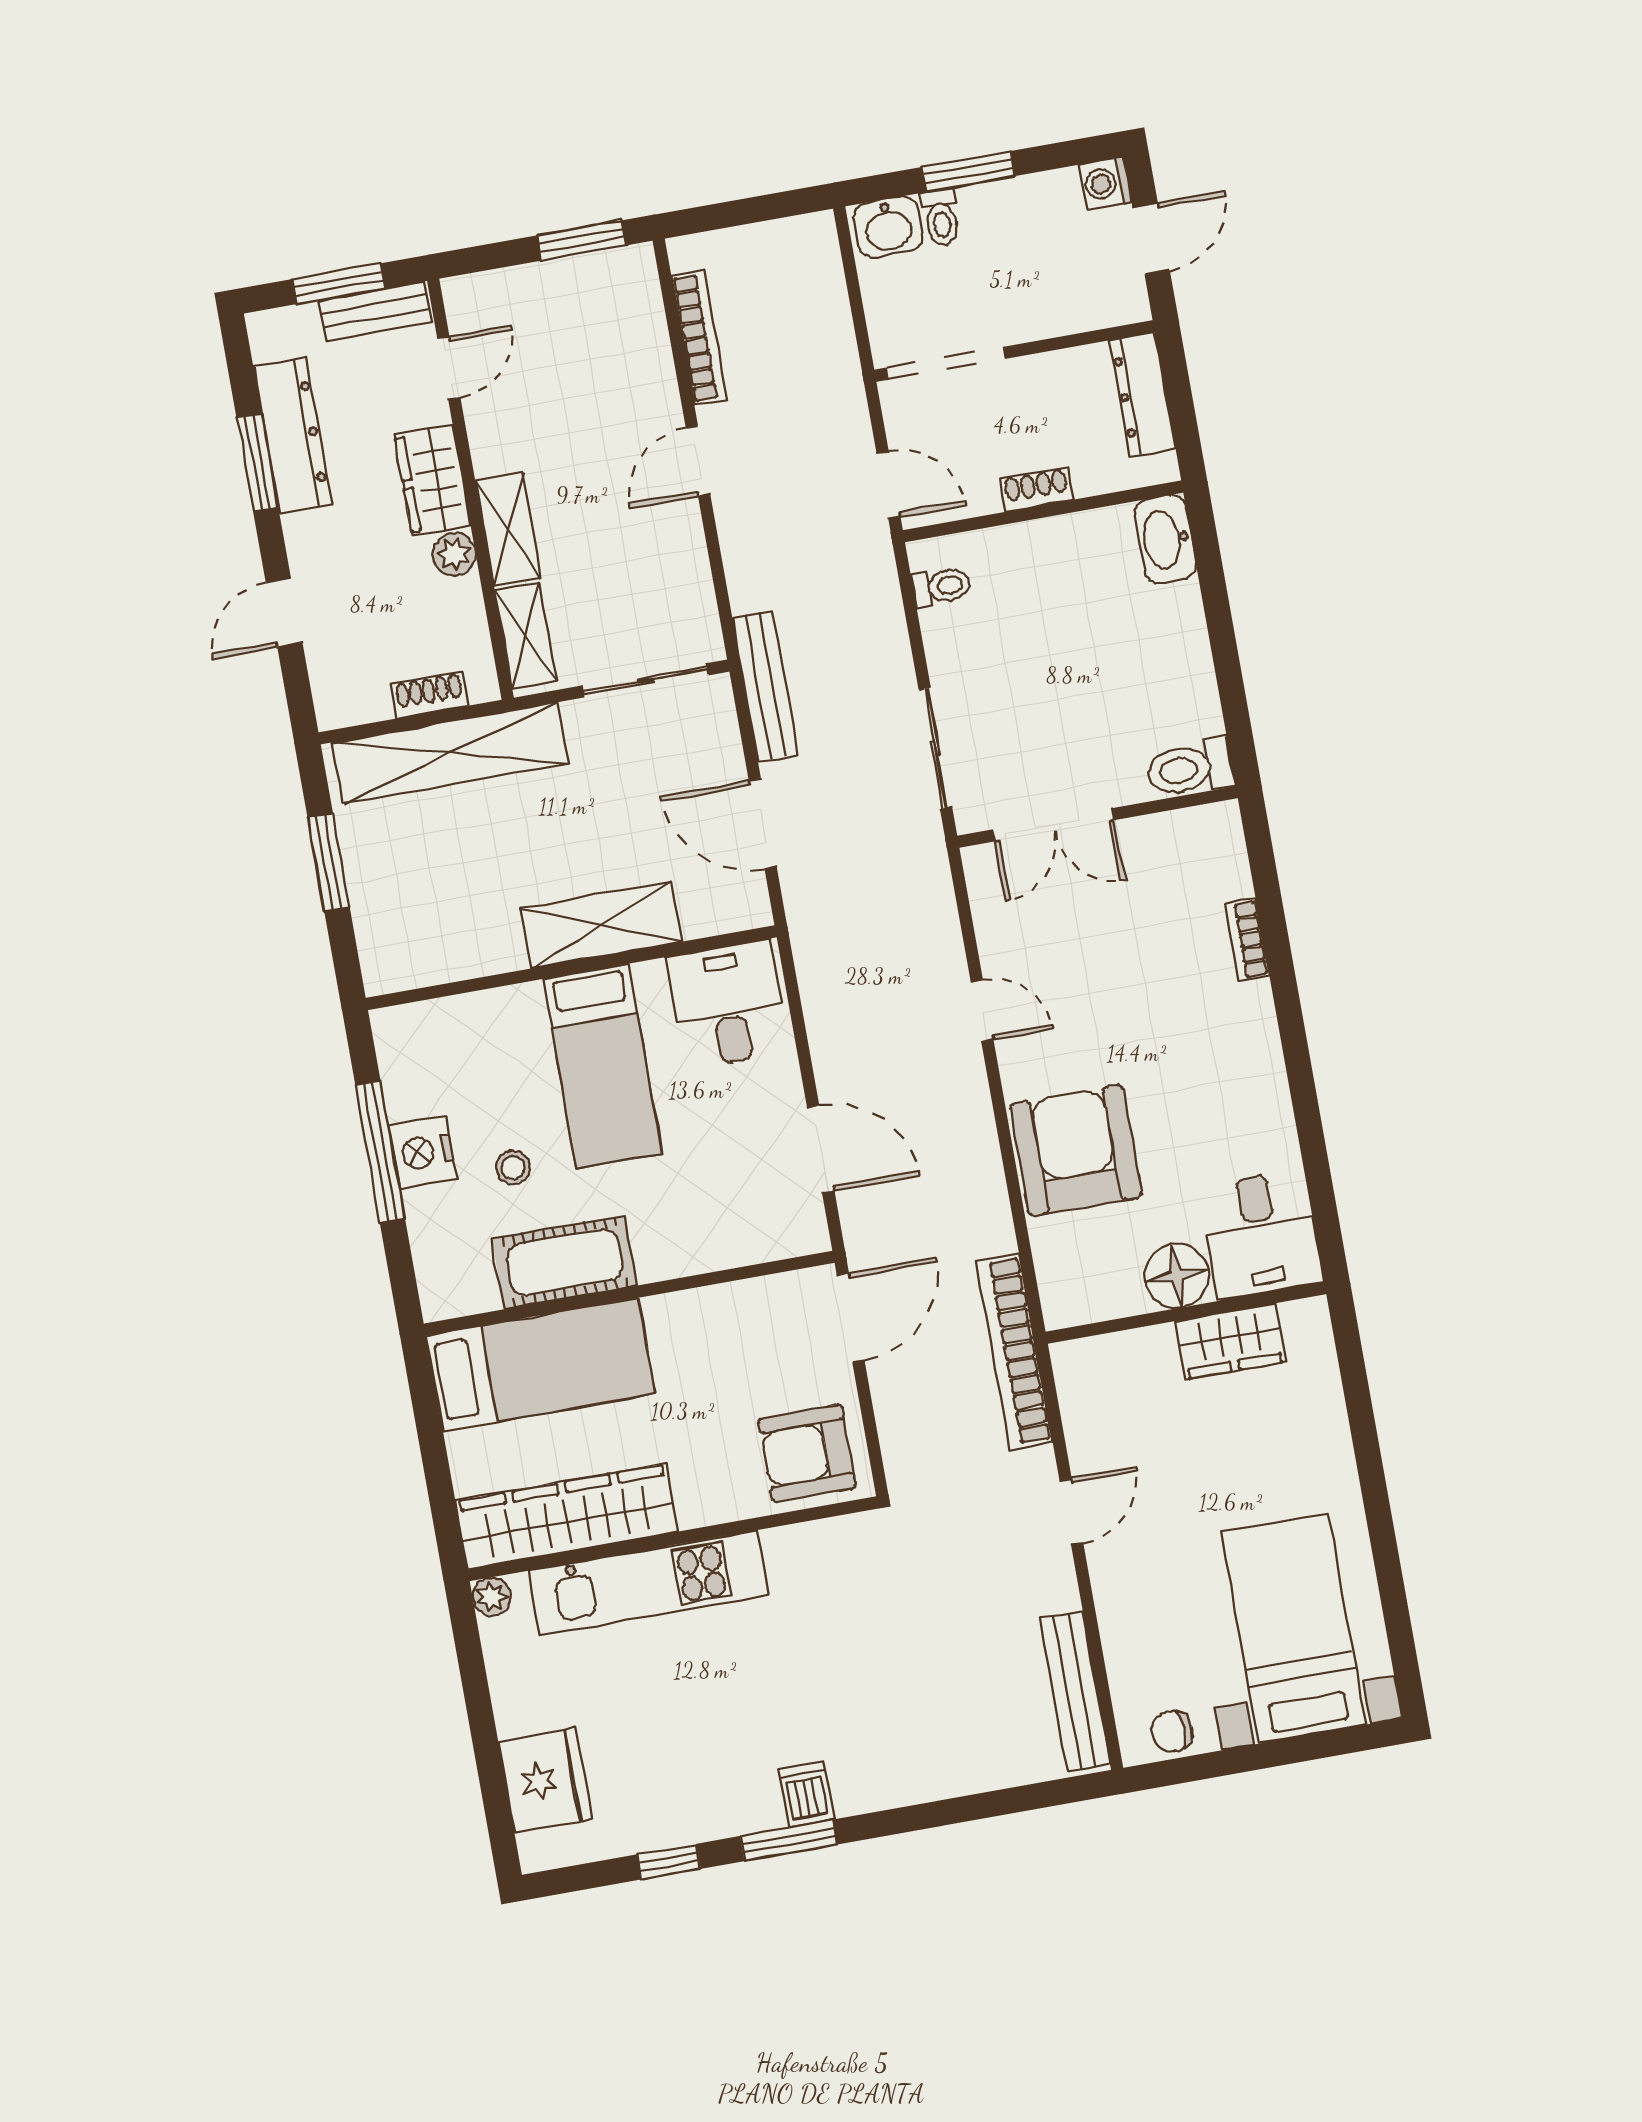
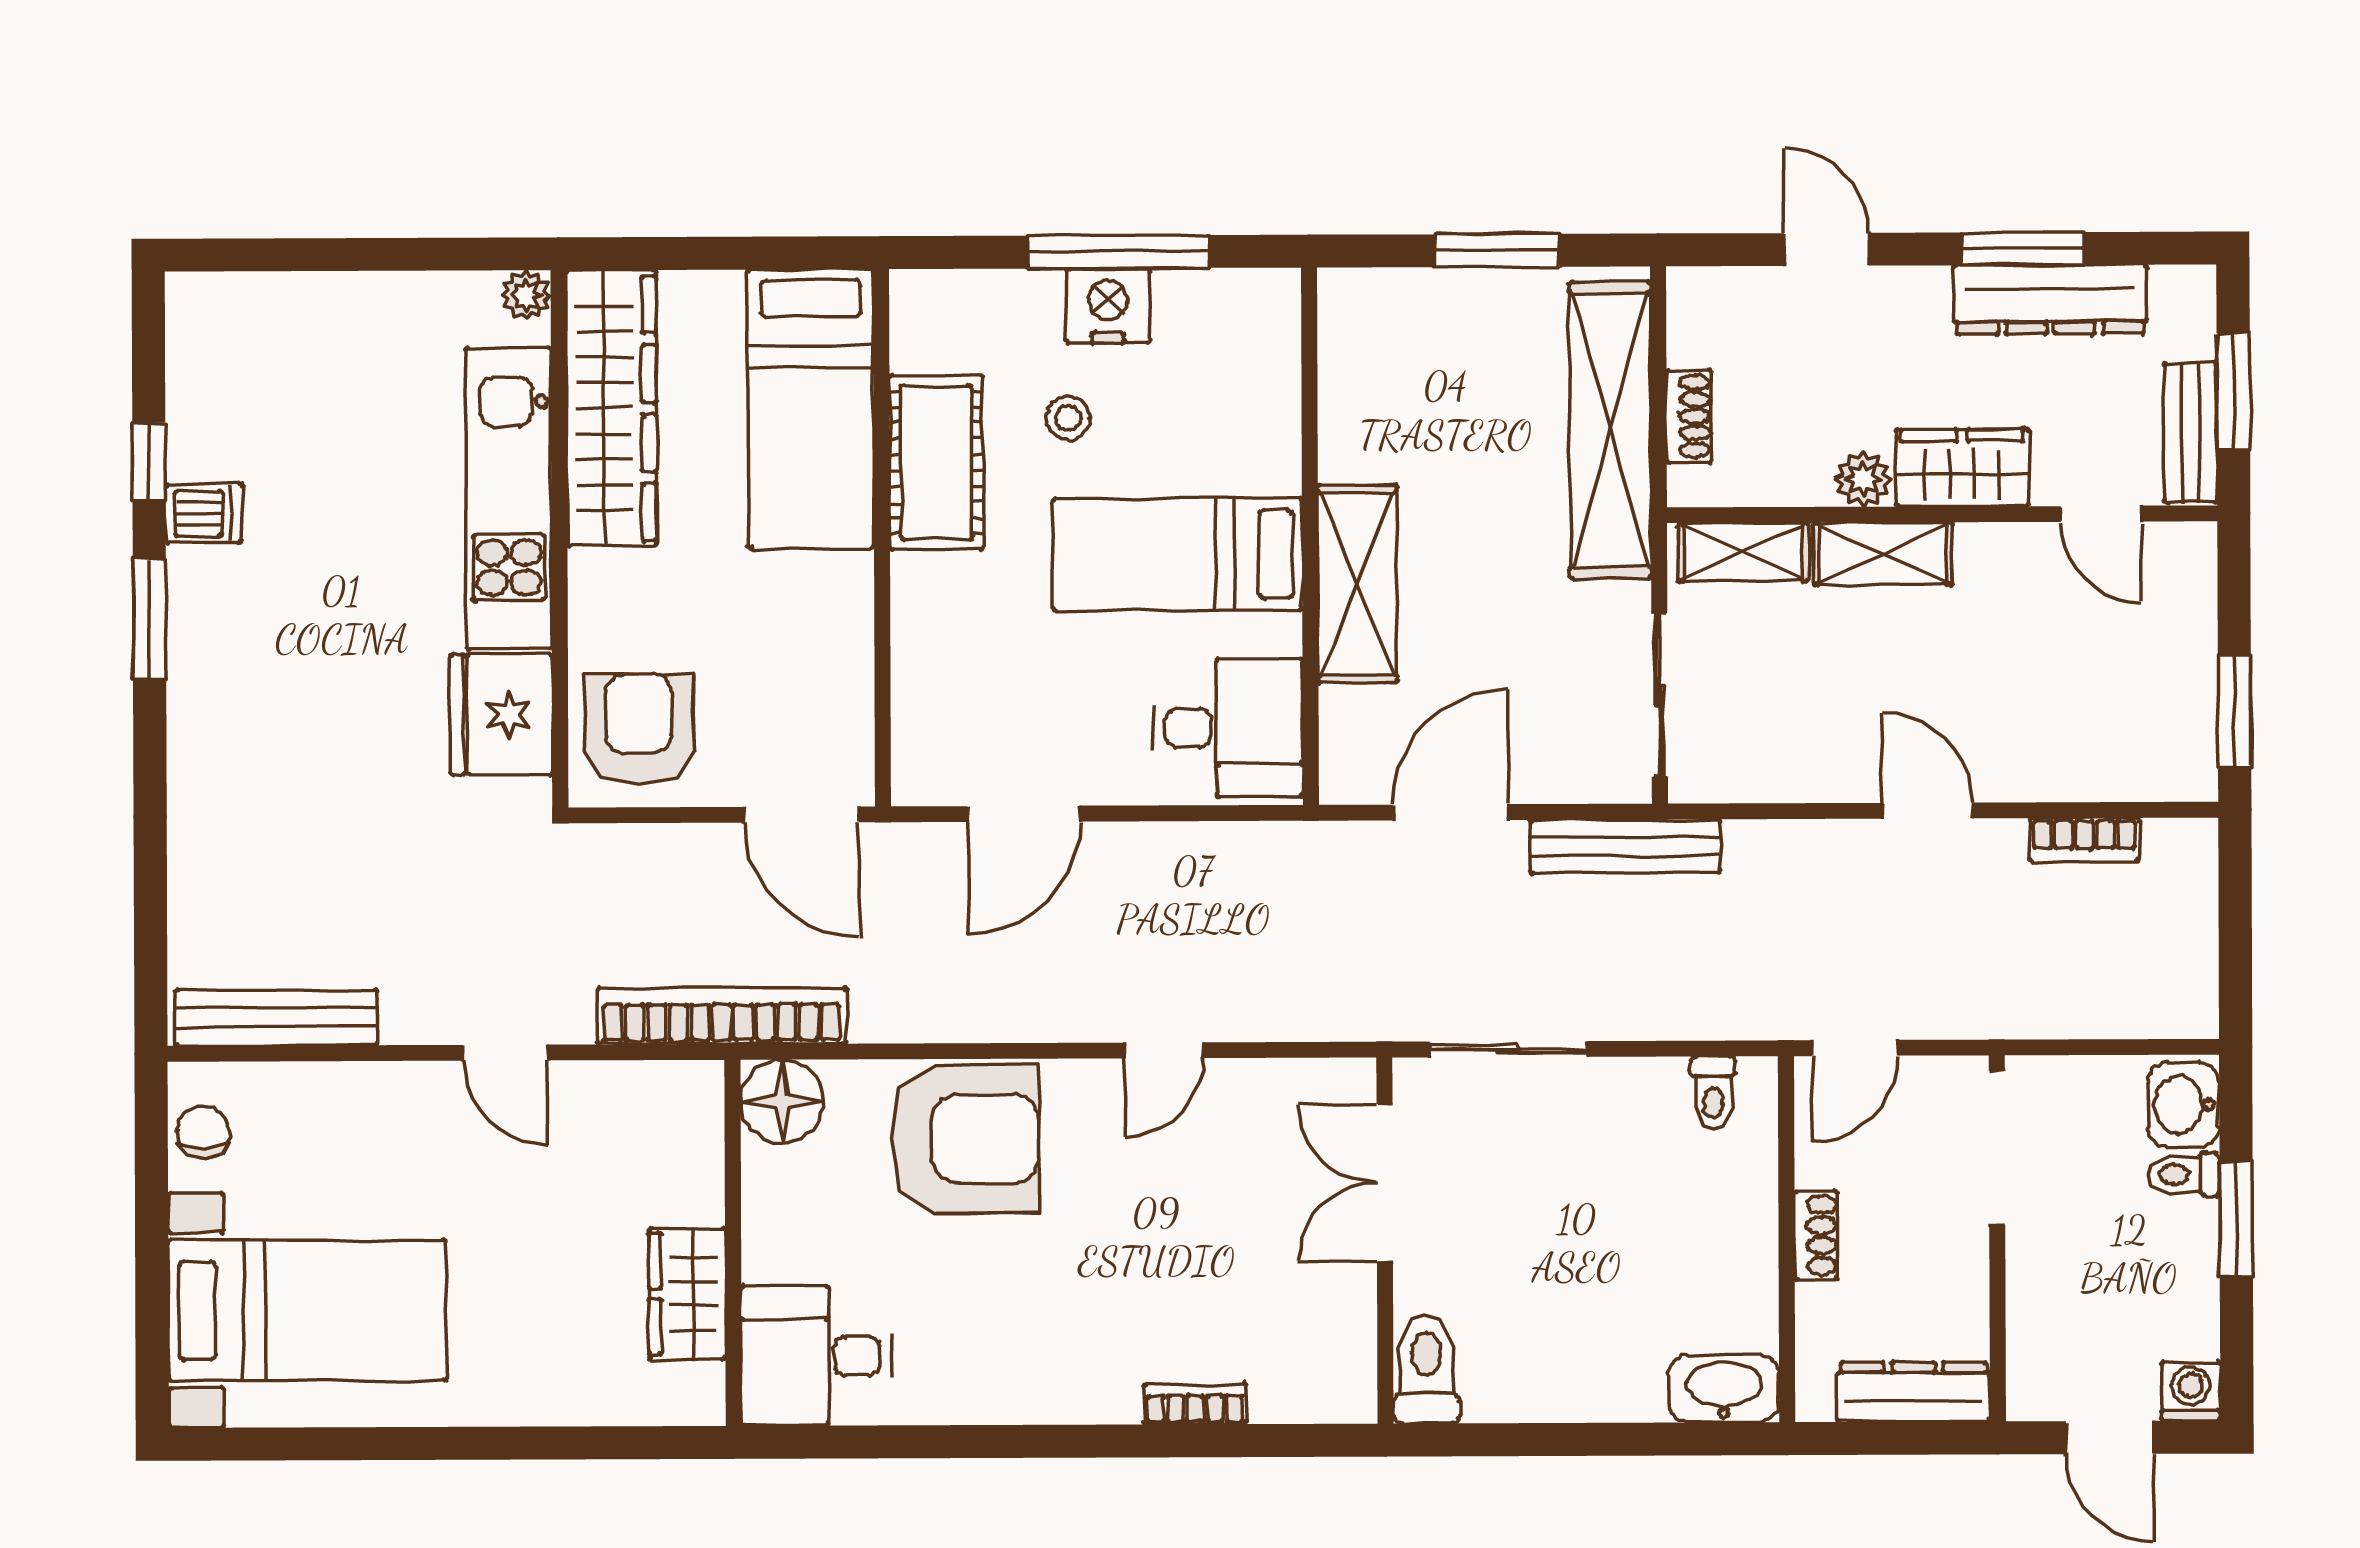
bookcase: (699, 338) -> (2084, 840), width x0.64
floor lamp: (1177, 1276) -> (782, 1101), moved
fridge: (545, 1780) -> (501, 715), moved, turned 90
dishwasher: (806, 1794) -> (204, 513), moved

